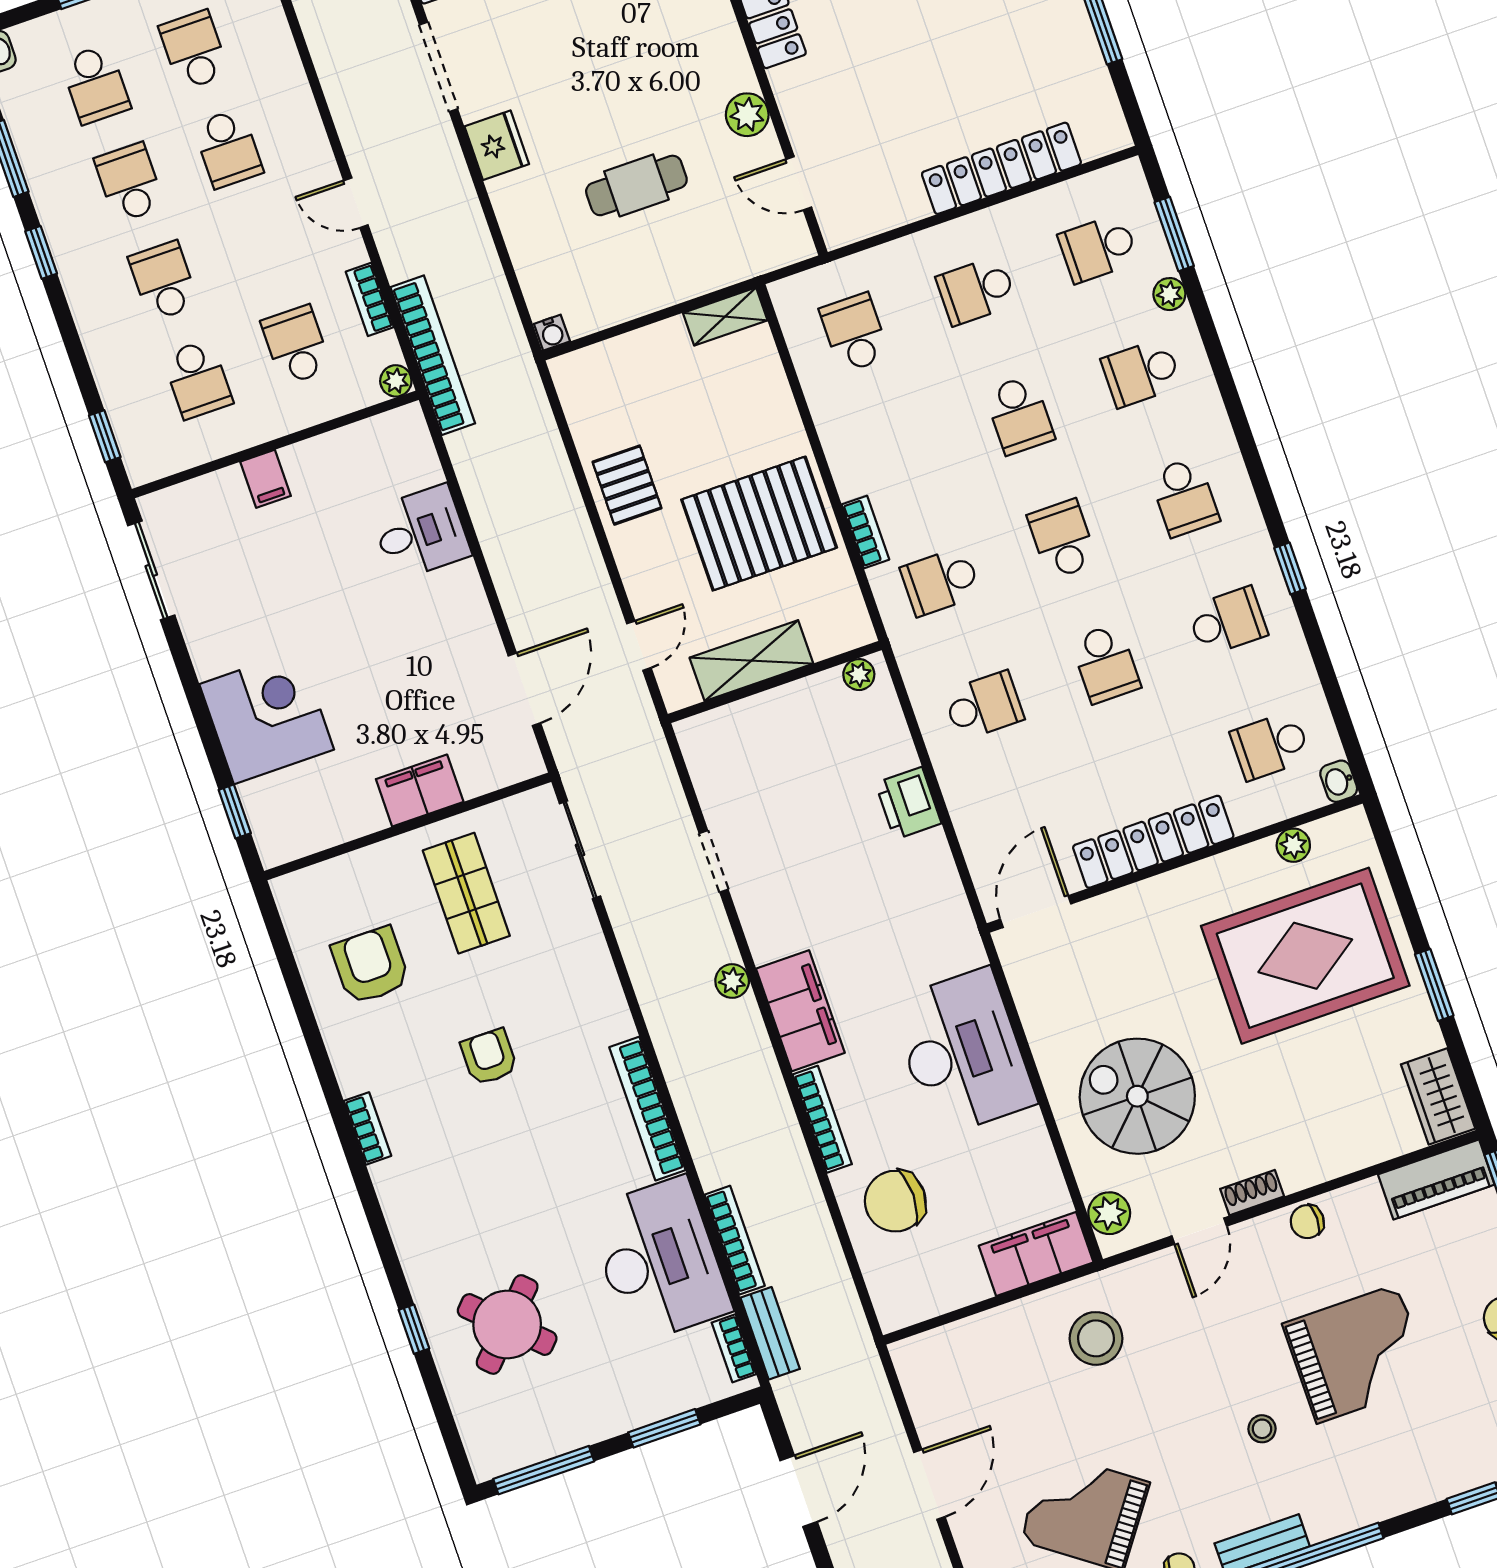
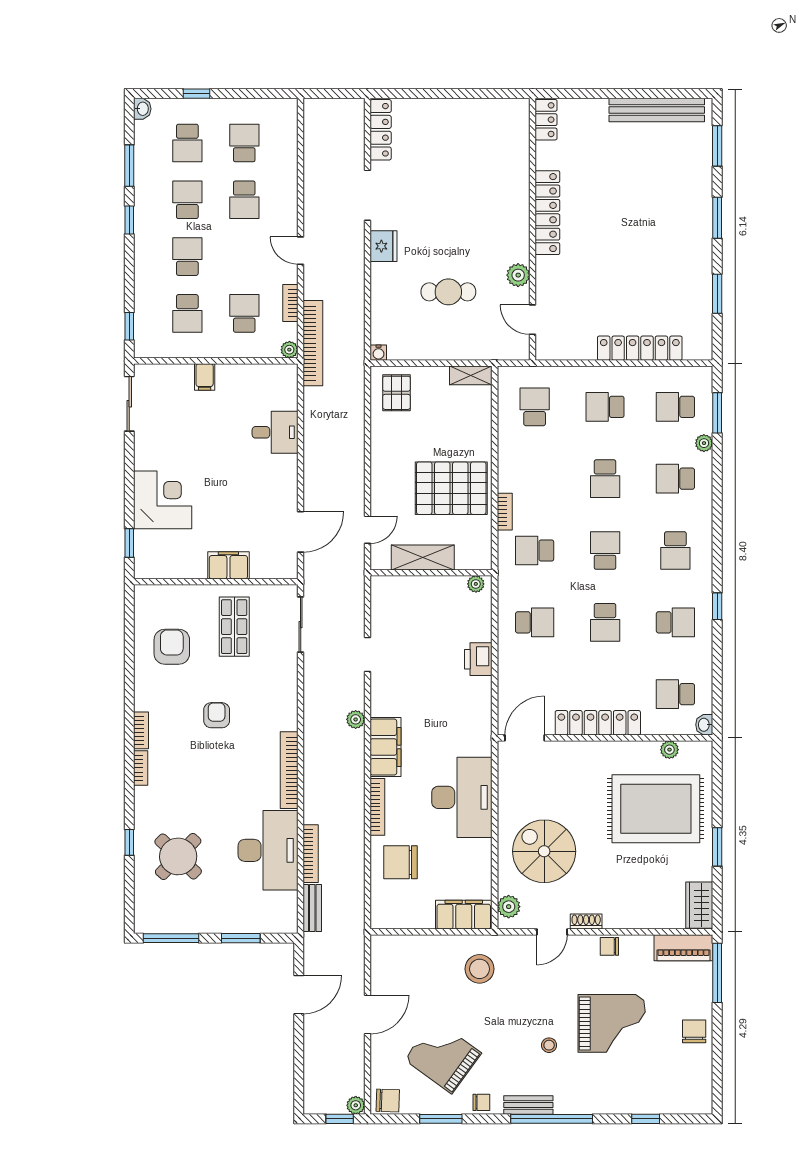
pallet: (627, 485) -> (397, 393), moved
bookcase: (734, 1348) -> (141, 768), moved, turned 180

